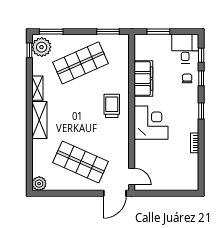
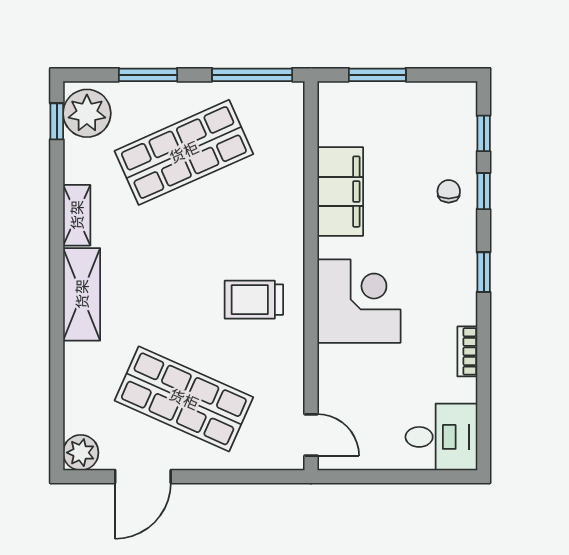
window: (51, 32) -> (148, 75), moved
window: (108, 32) -> (252, 75), width x1.44
desk: (185, 49) -> (441, 437), moved, turned 90
trolley: (112, 106) -> (254, 300), moved, turned -90
door: (115, 193) -> (143, 477), moved

